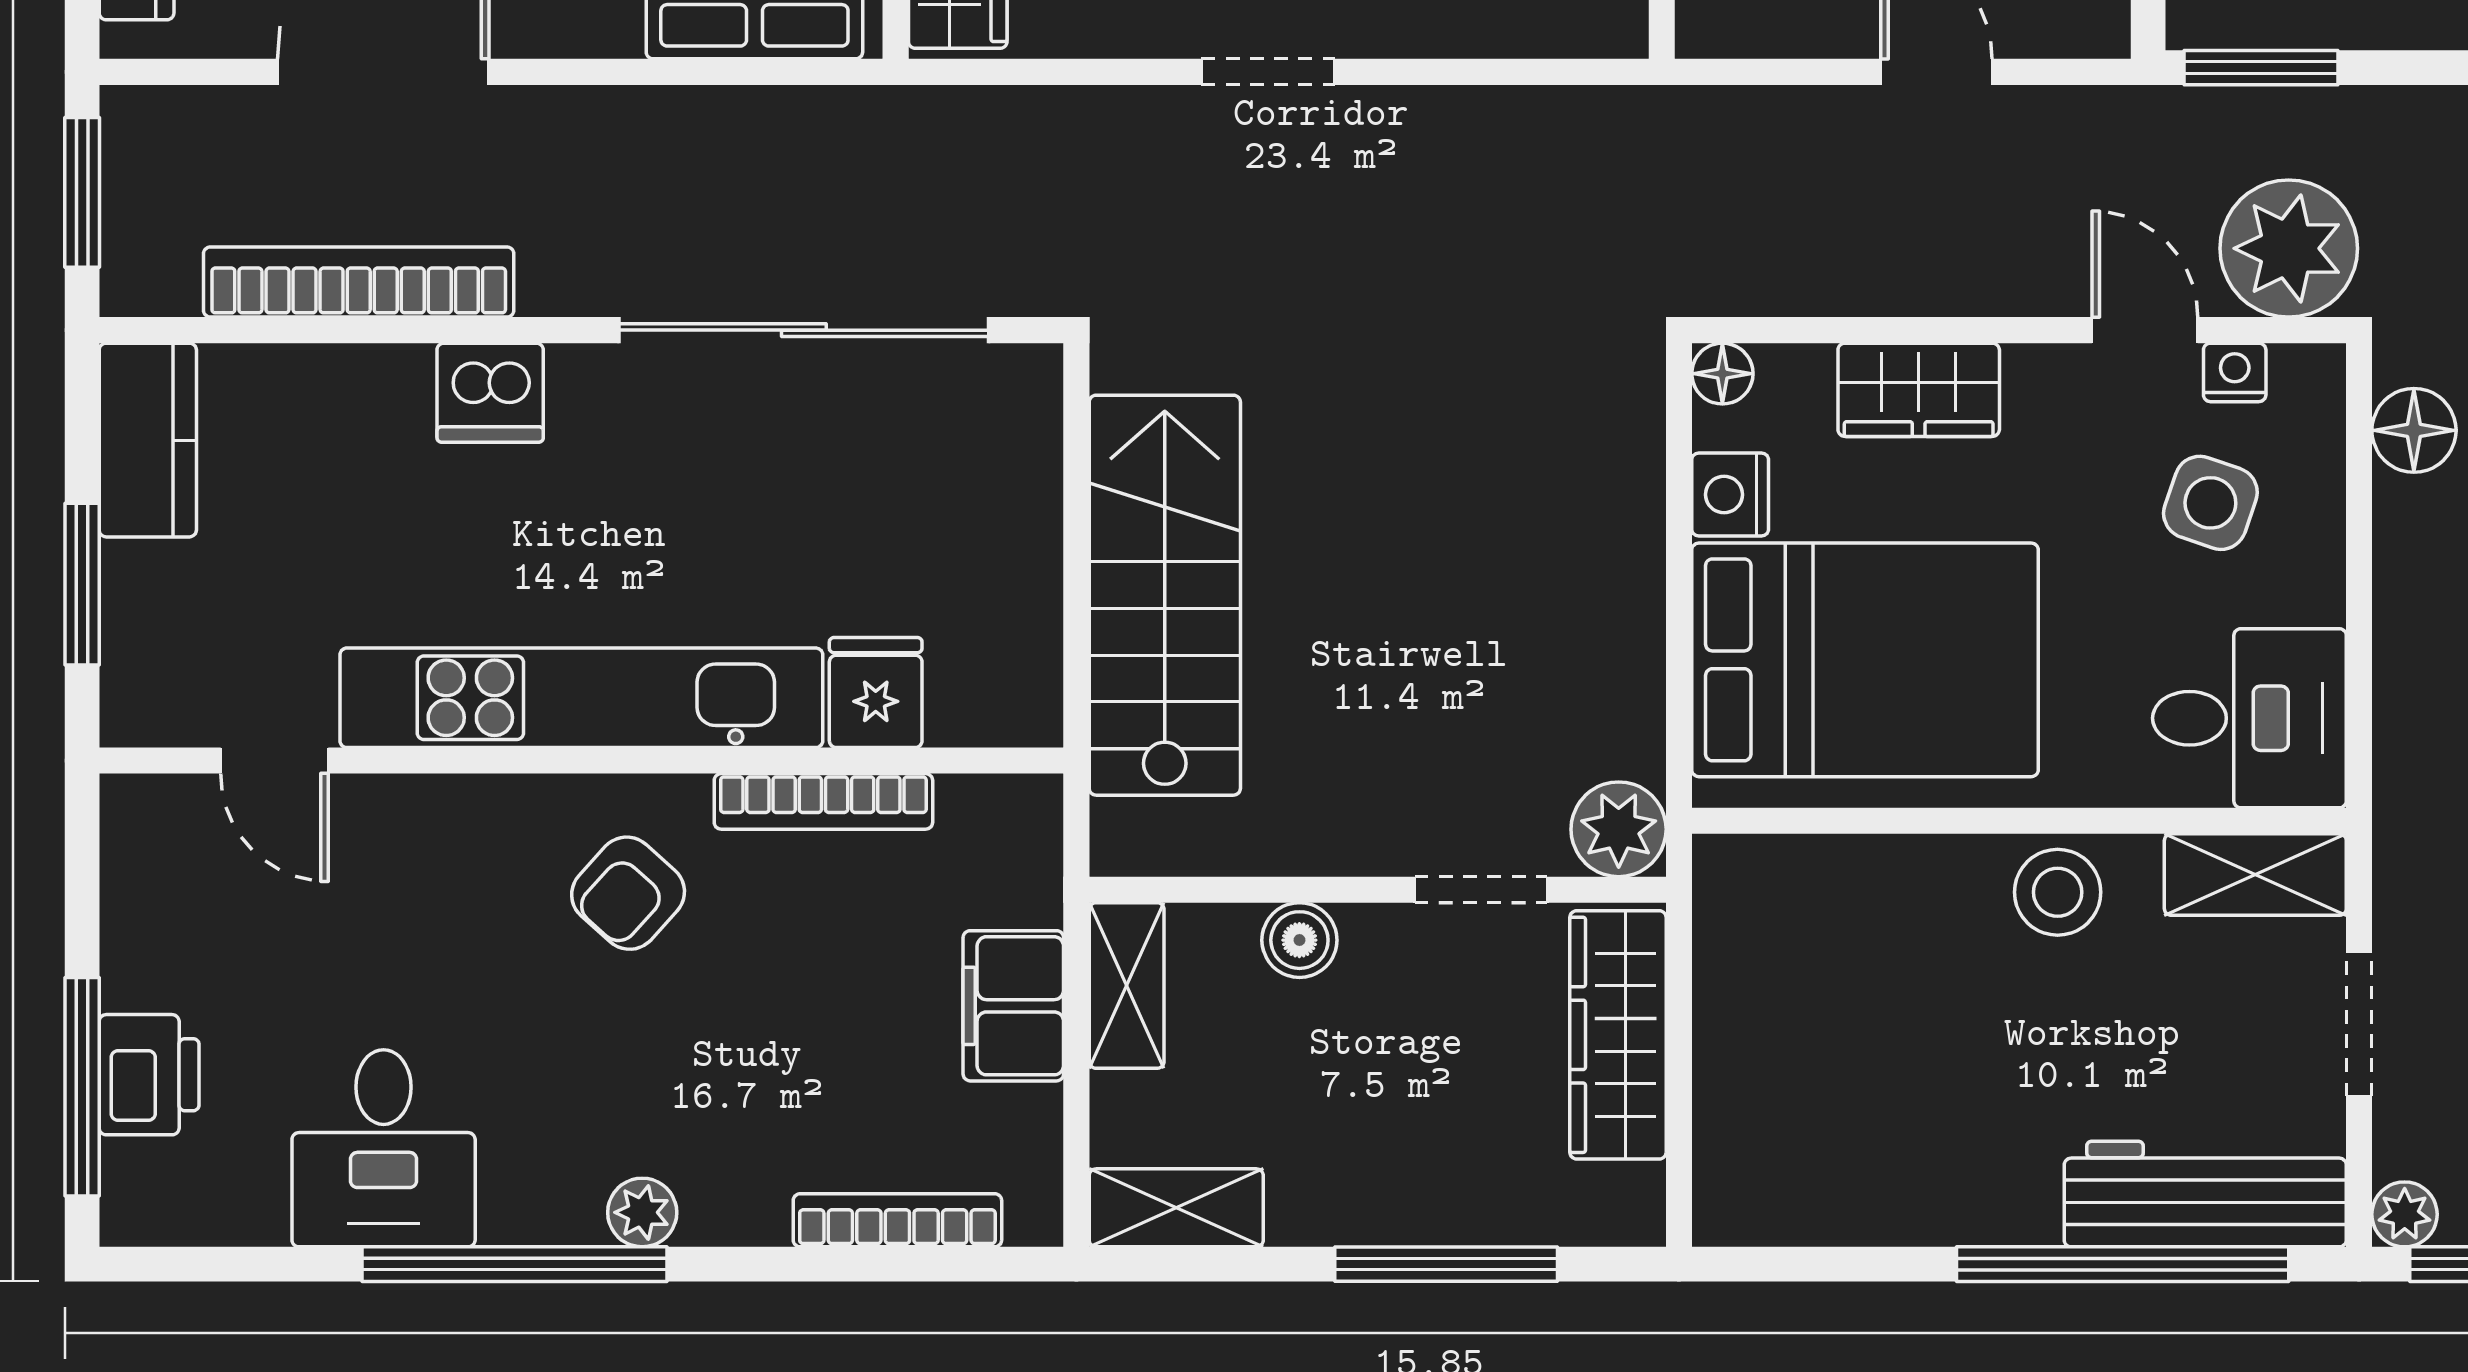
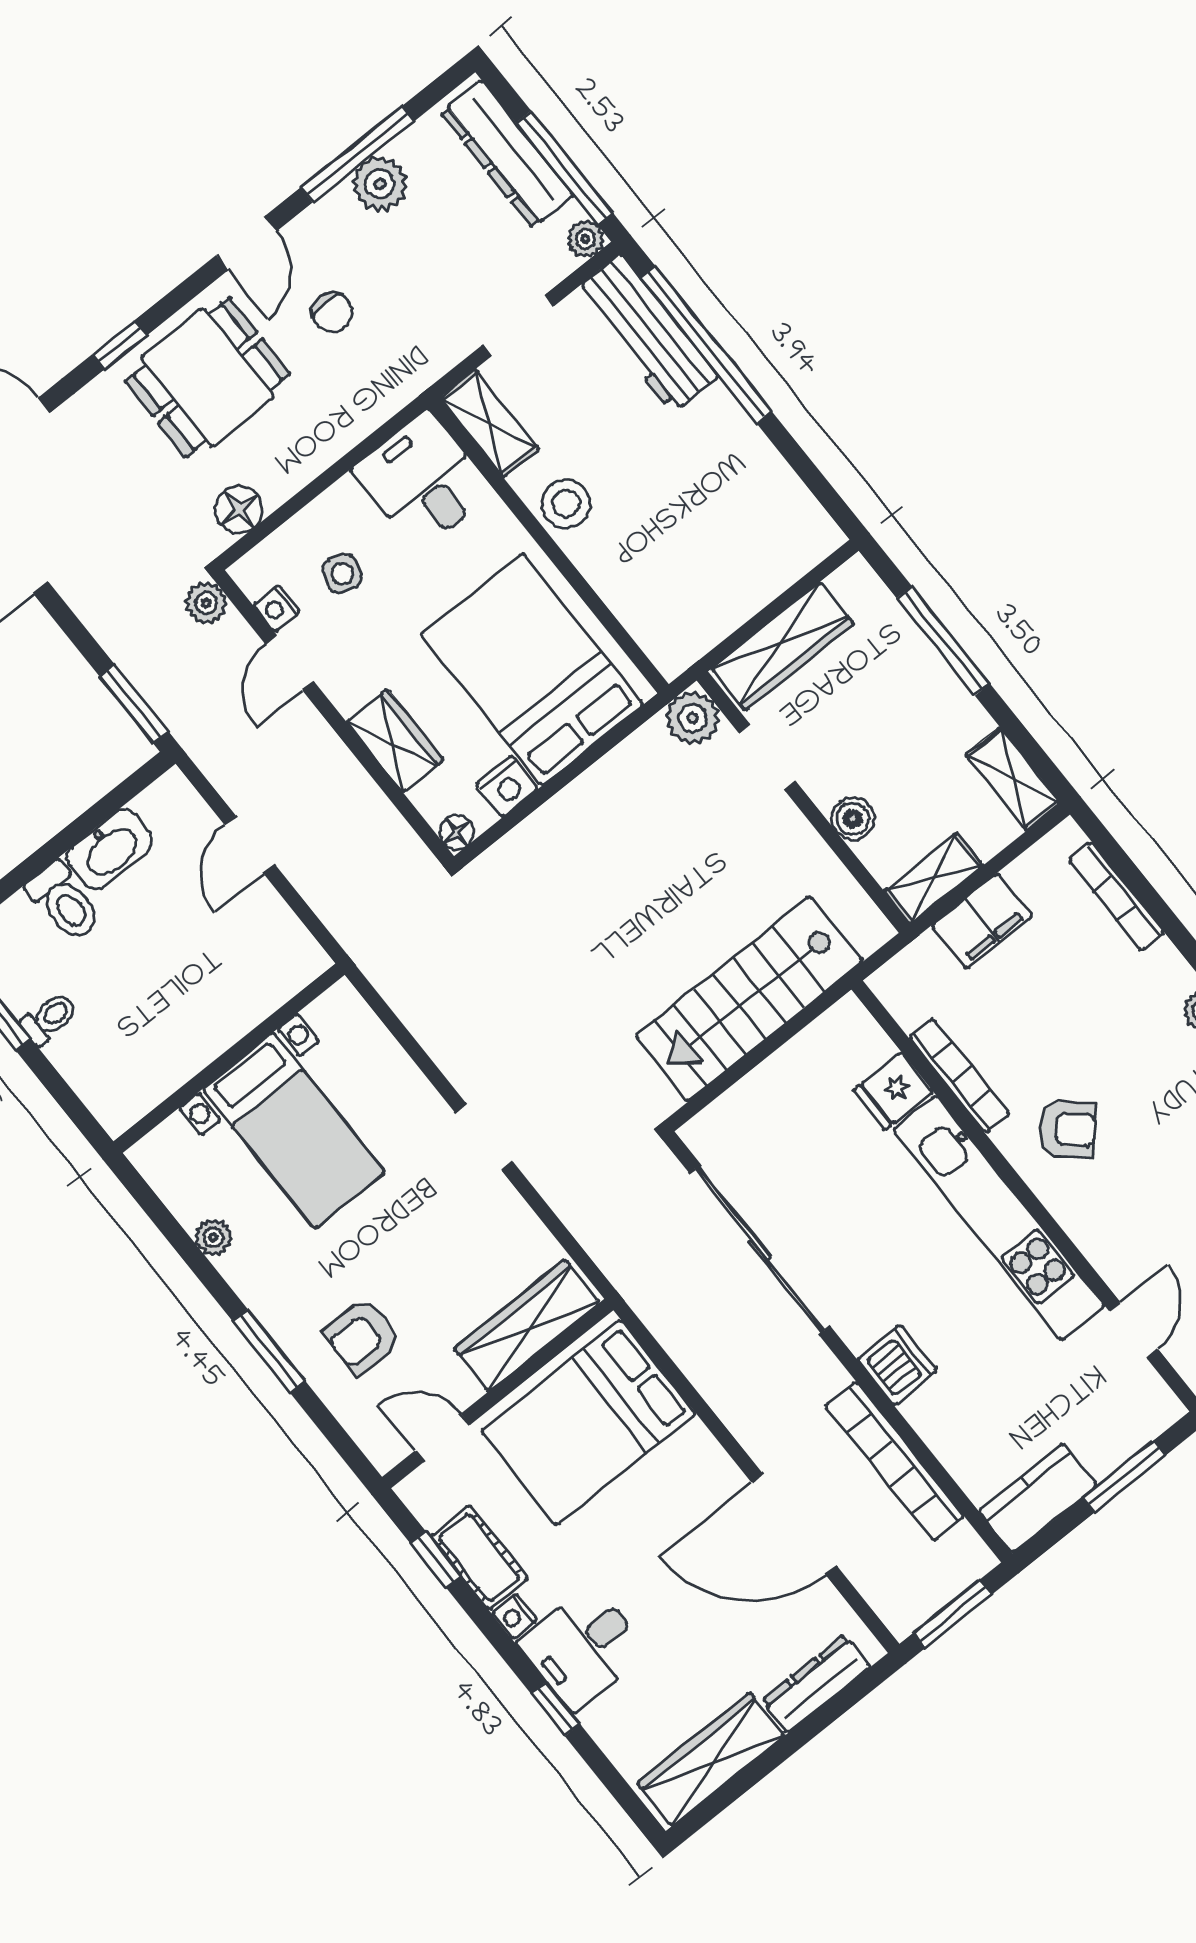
plant: (2289, 248) -> (206, 603), width x0.53, depth x0.53
side table: (2210, 503) -> (342, 573), width x0.73, depth x0.73

